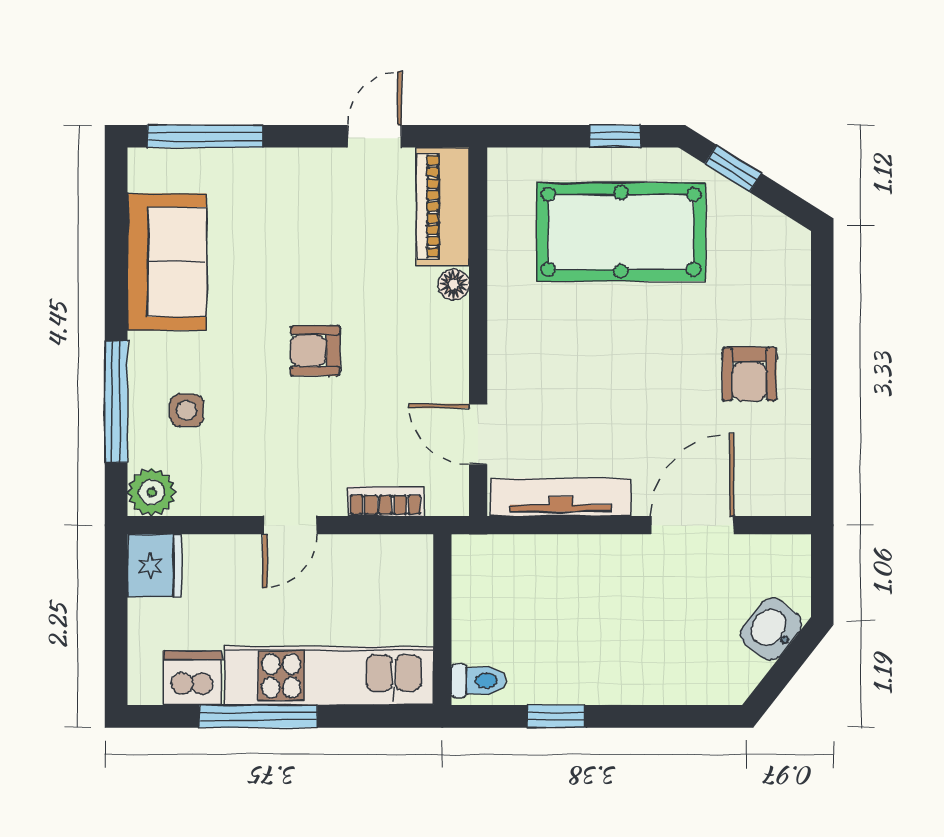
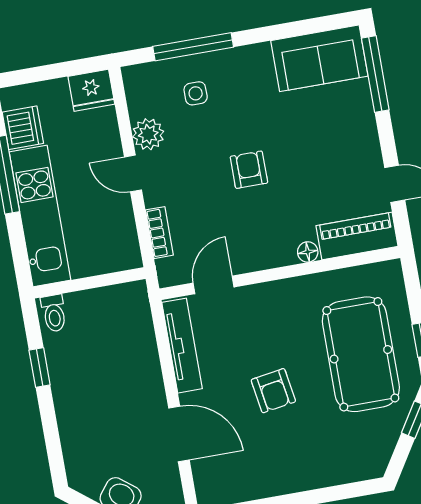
sofa: (167, 262) -> (319, 58), moved
armchair: (749, 374) -> (273, 391), moved, turned -99
plant: (152, 492) -> (148, 134), moved

